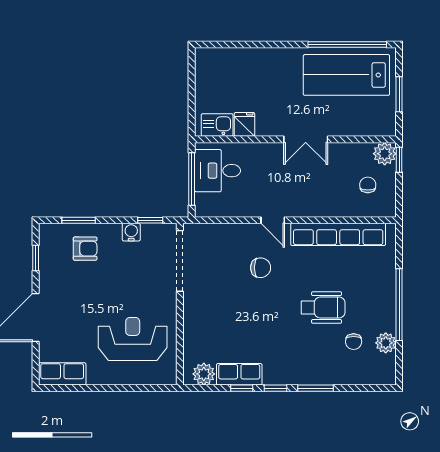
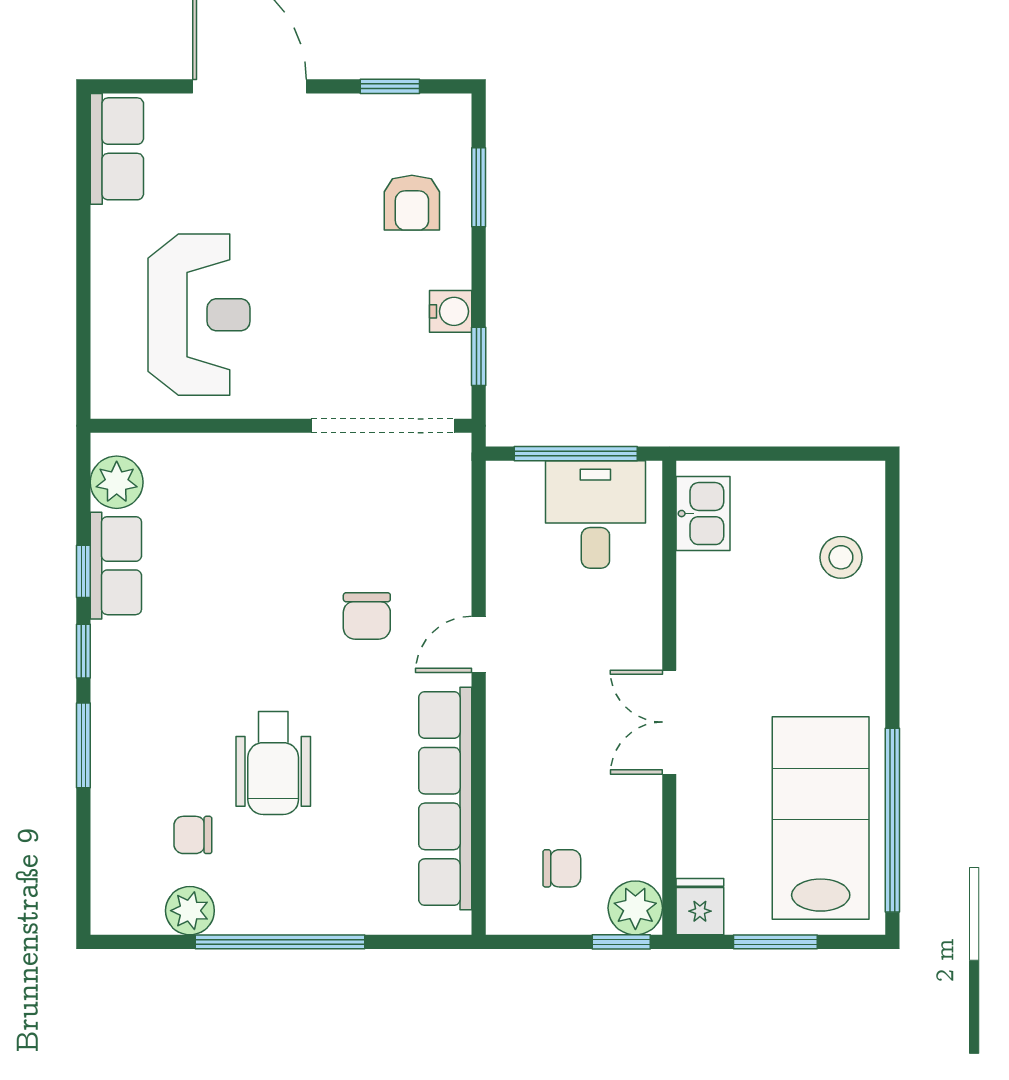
stool: (236, 66) -> (841, 557), added
fridge: (244, 124) -> (700, 907), moved, turned -90

